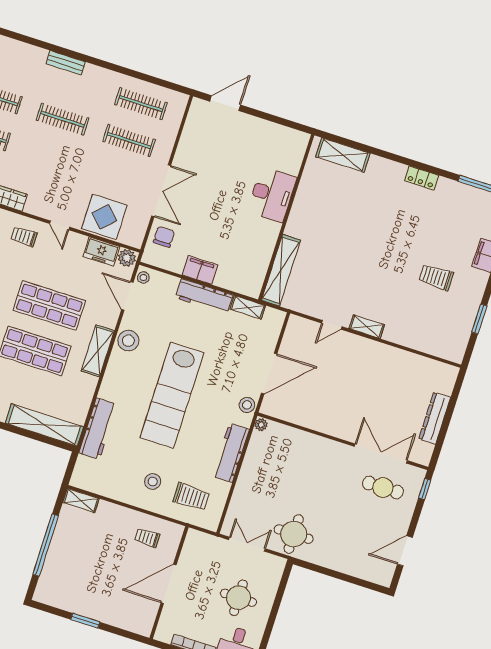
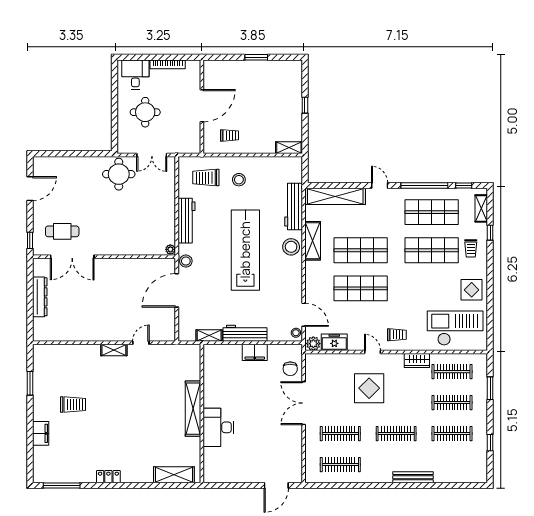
bench: (66, 63) -> (413, 477), width x1.36
display table: (104, 217) -> (369, 388), moved
shelving: (281, 270) -> (193, 409), moved
stool: (128, 341) -> (291, 247), moved
shelving: (98, 351) -> (313, 241), moved
window: (46, 545) -> (305, 105), width x0.32

